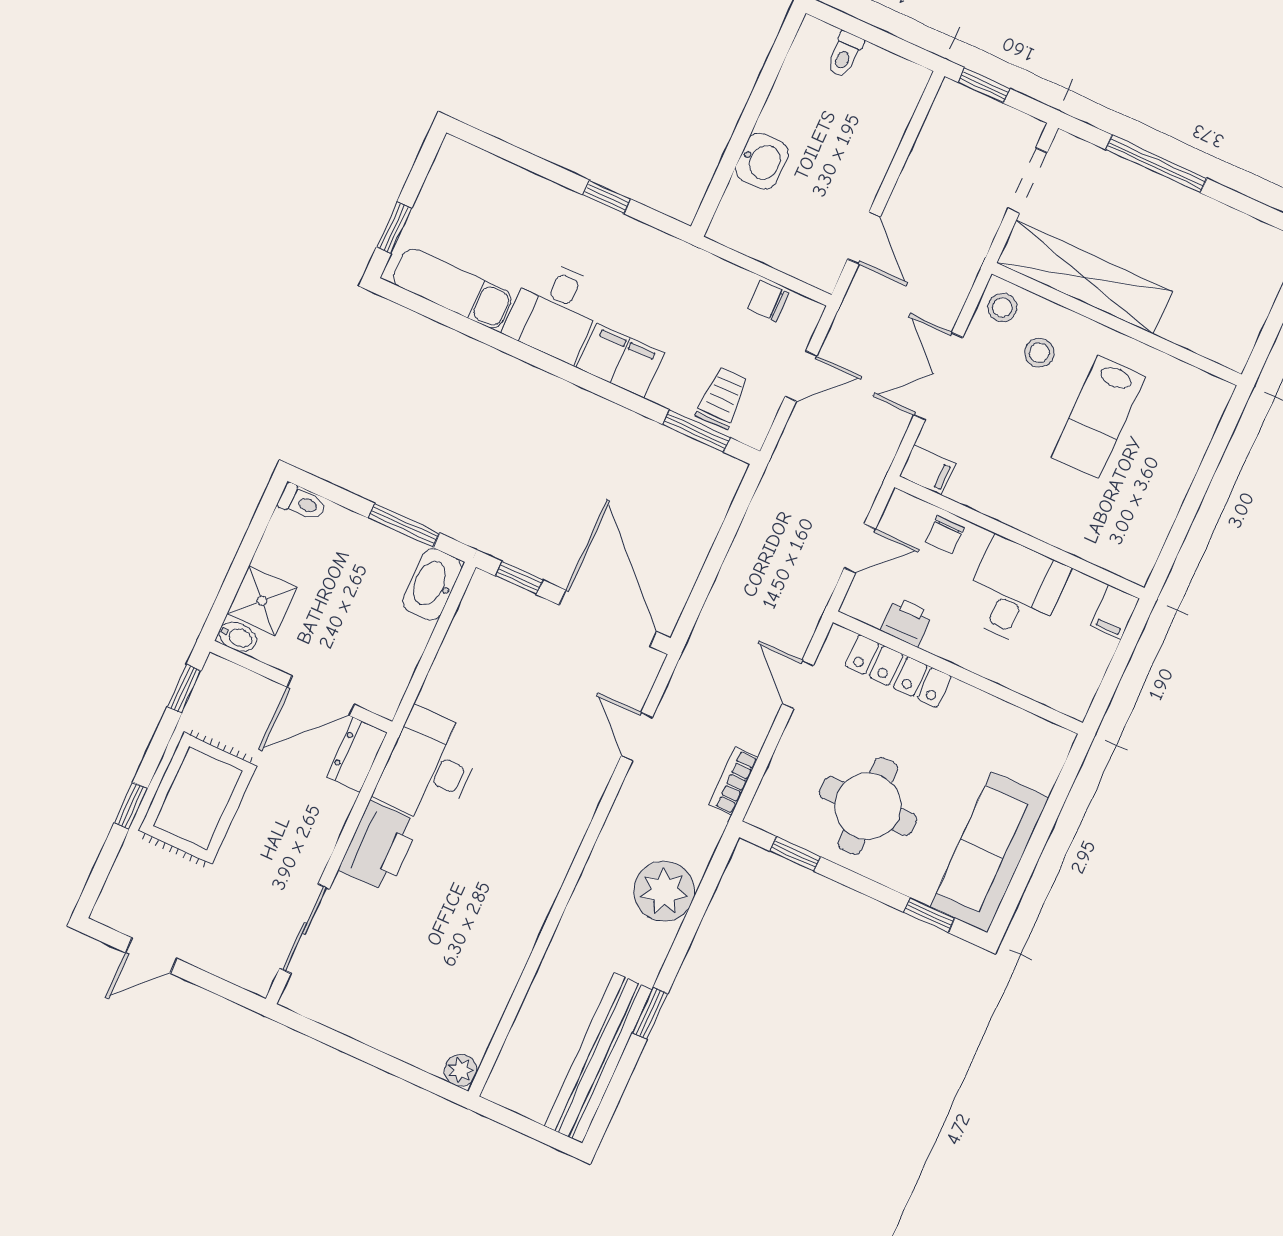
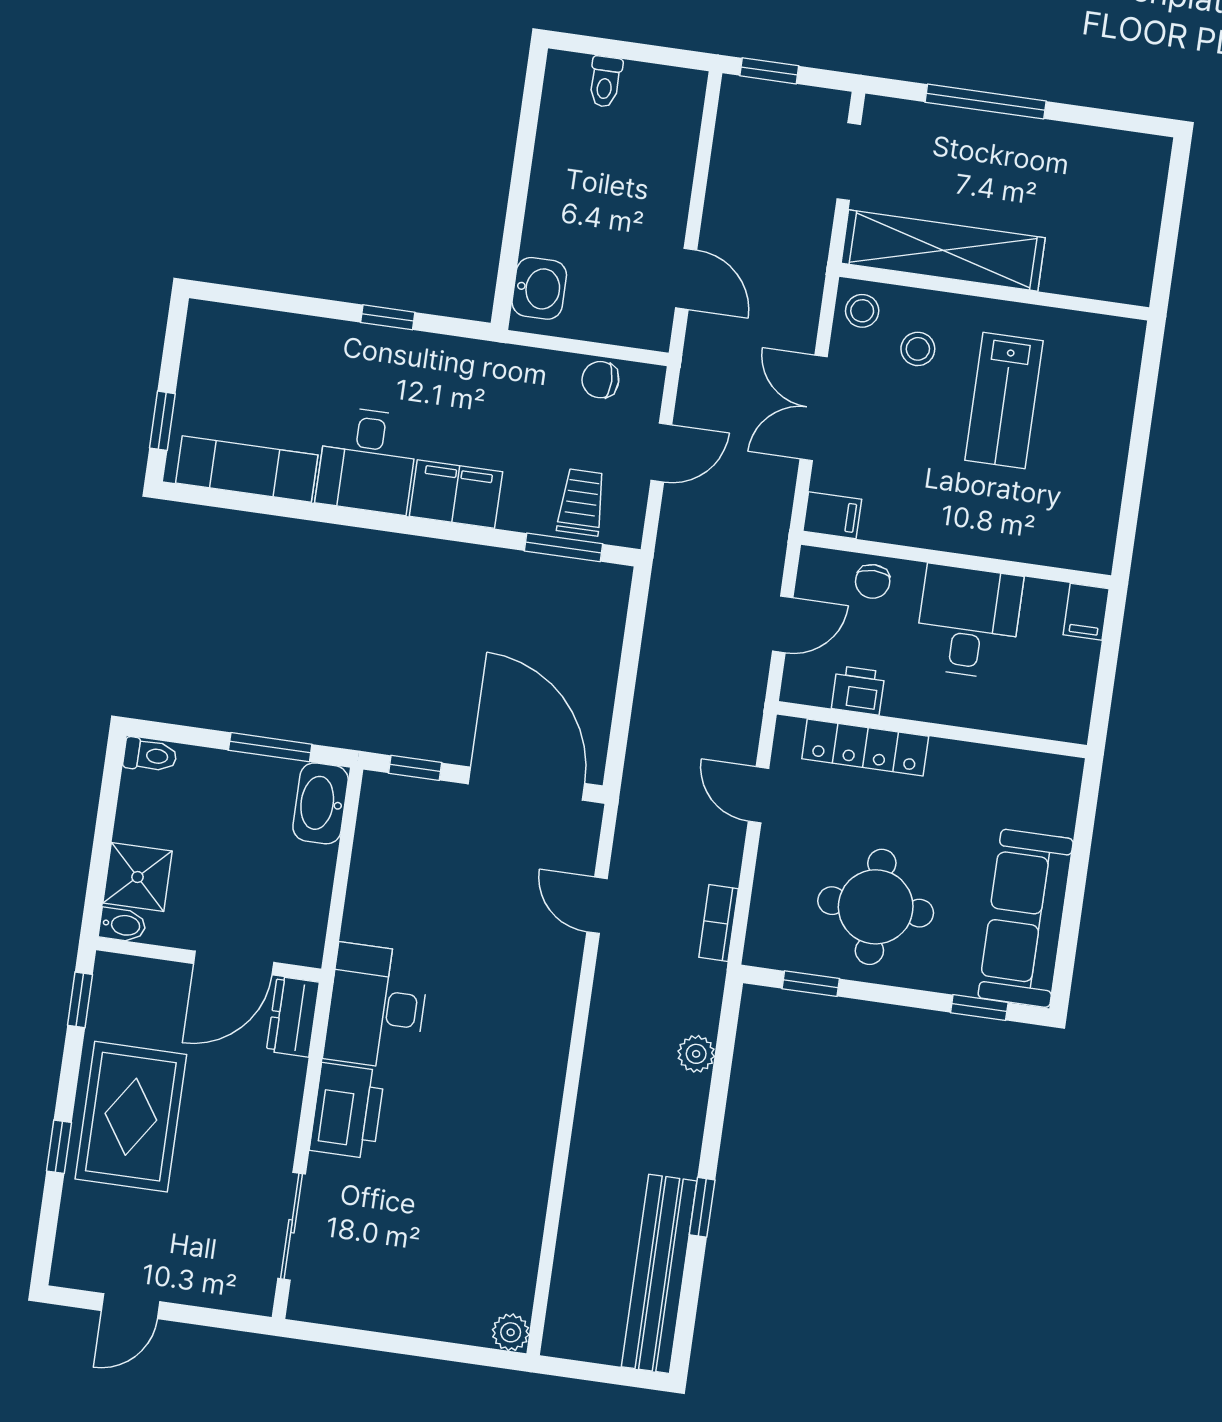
washbasin: (762, 161) -> (539, 288), moved
plant: (664, 891) -> (696, 1054), width x0.53, depth x0.53

